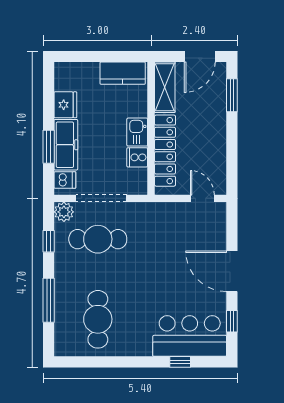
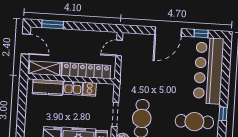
kitchen counter: (123, 73) -> (48, 87), moved, turned 90
doorway: (101, 198) -> (115, 115), width x0.73
bar counter: (190, 336) -> (209, 71), width x1.36
window: (180, 362) -> (223, 114), moved

